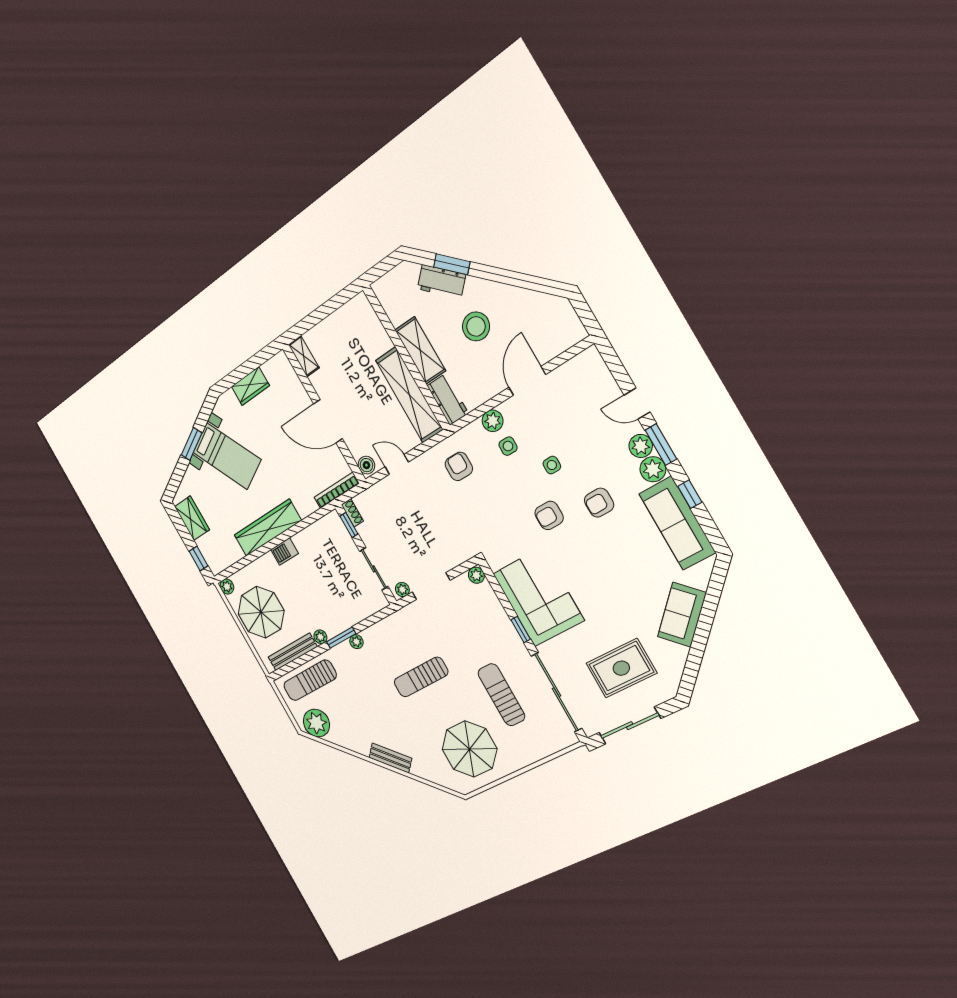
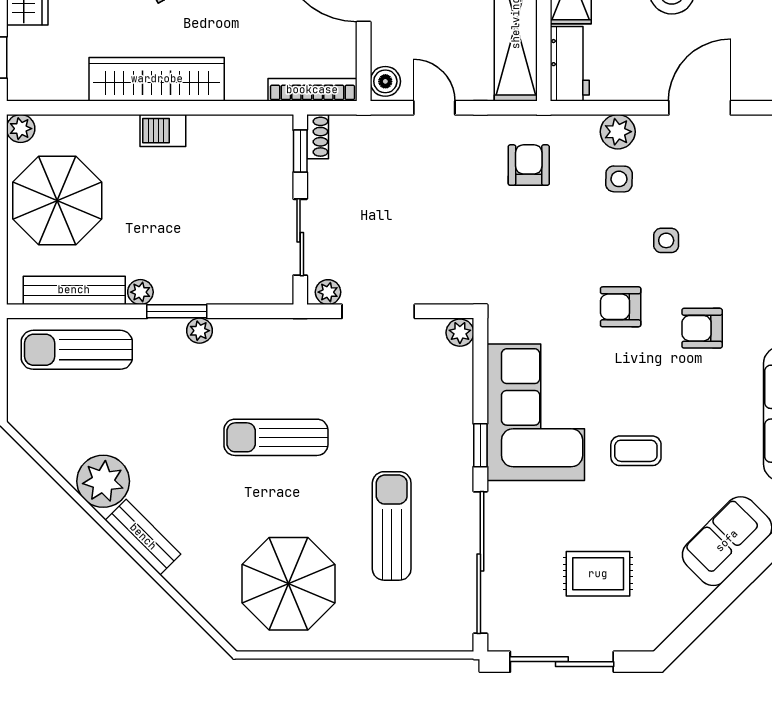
coffee table: (603, 590) -> (636, 451), added
rug: (621, 668) -> (598, 574), width x0.73, depth x0.70
plant: (316, 723) -> (103, 481), moved

